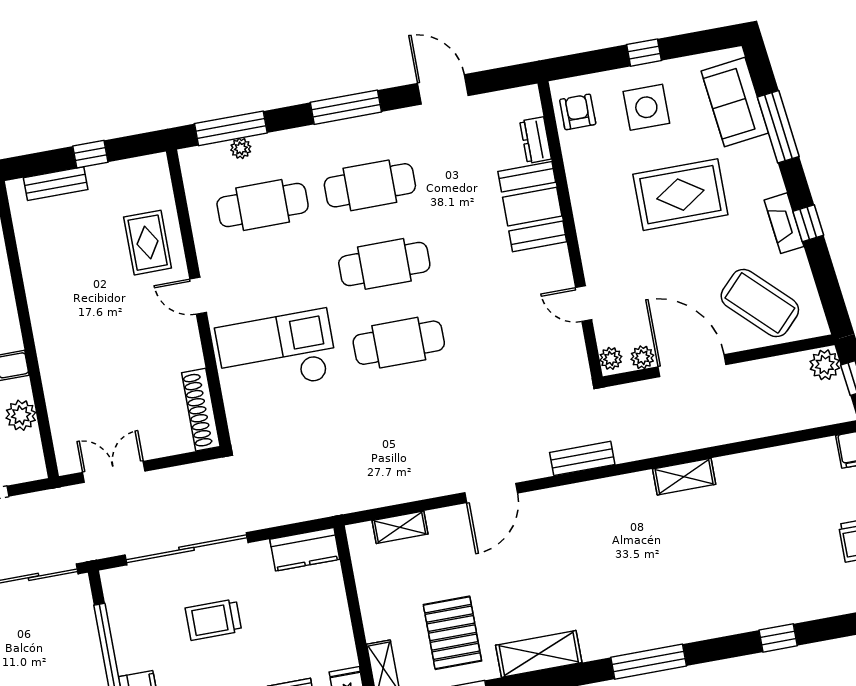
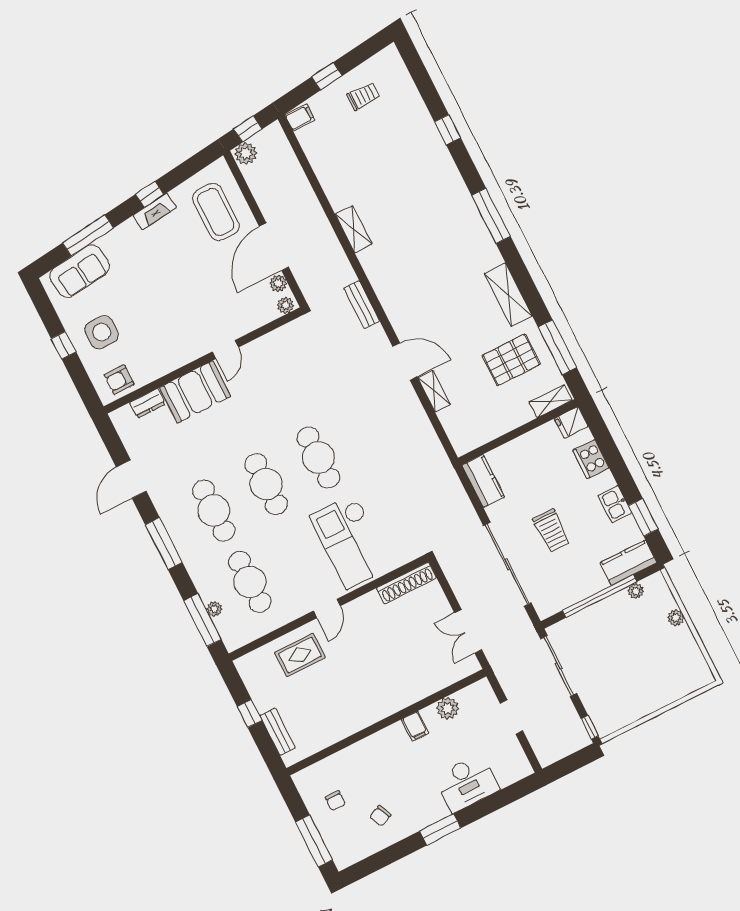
rug: (680, 195) -> (156, 290), removed
coffee table: (760, 303) -> (216, 212), turned -44
door: (584, 304) -> (225, 349), moved
shelving: (400, 527) -> (434, 391), moved

